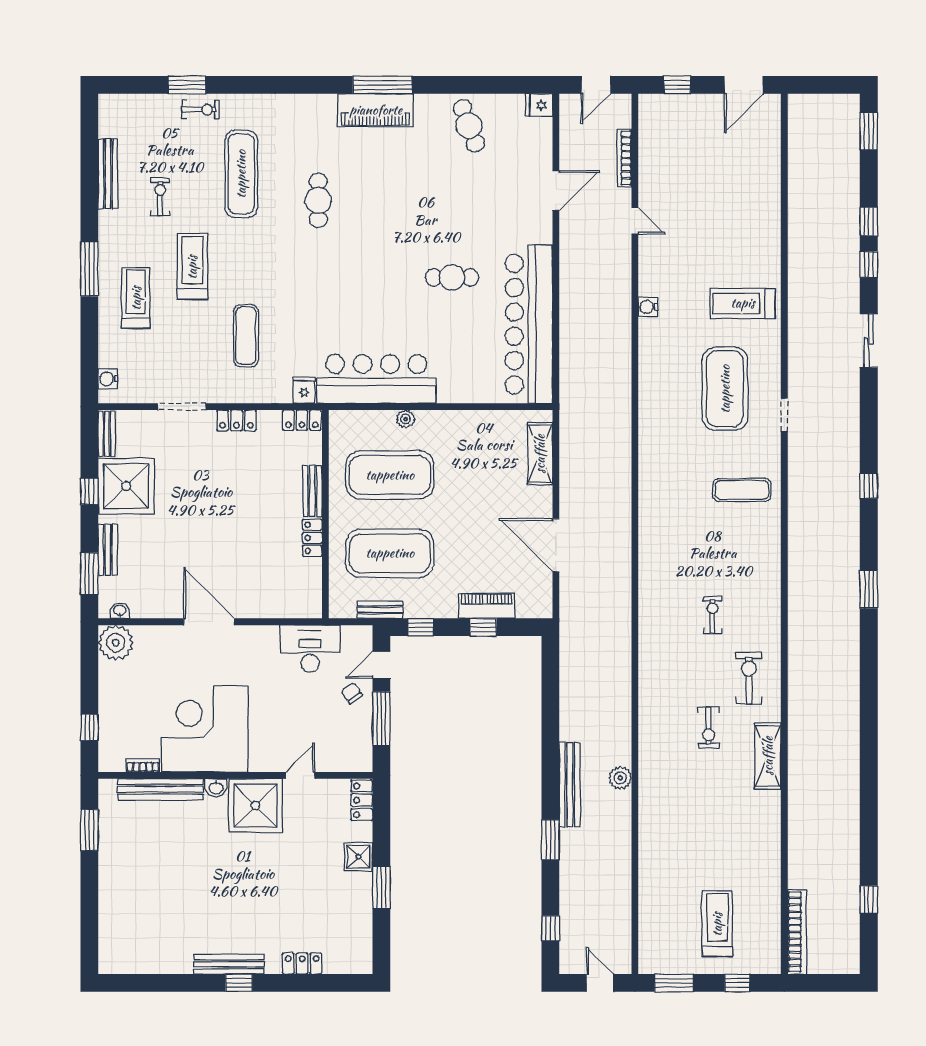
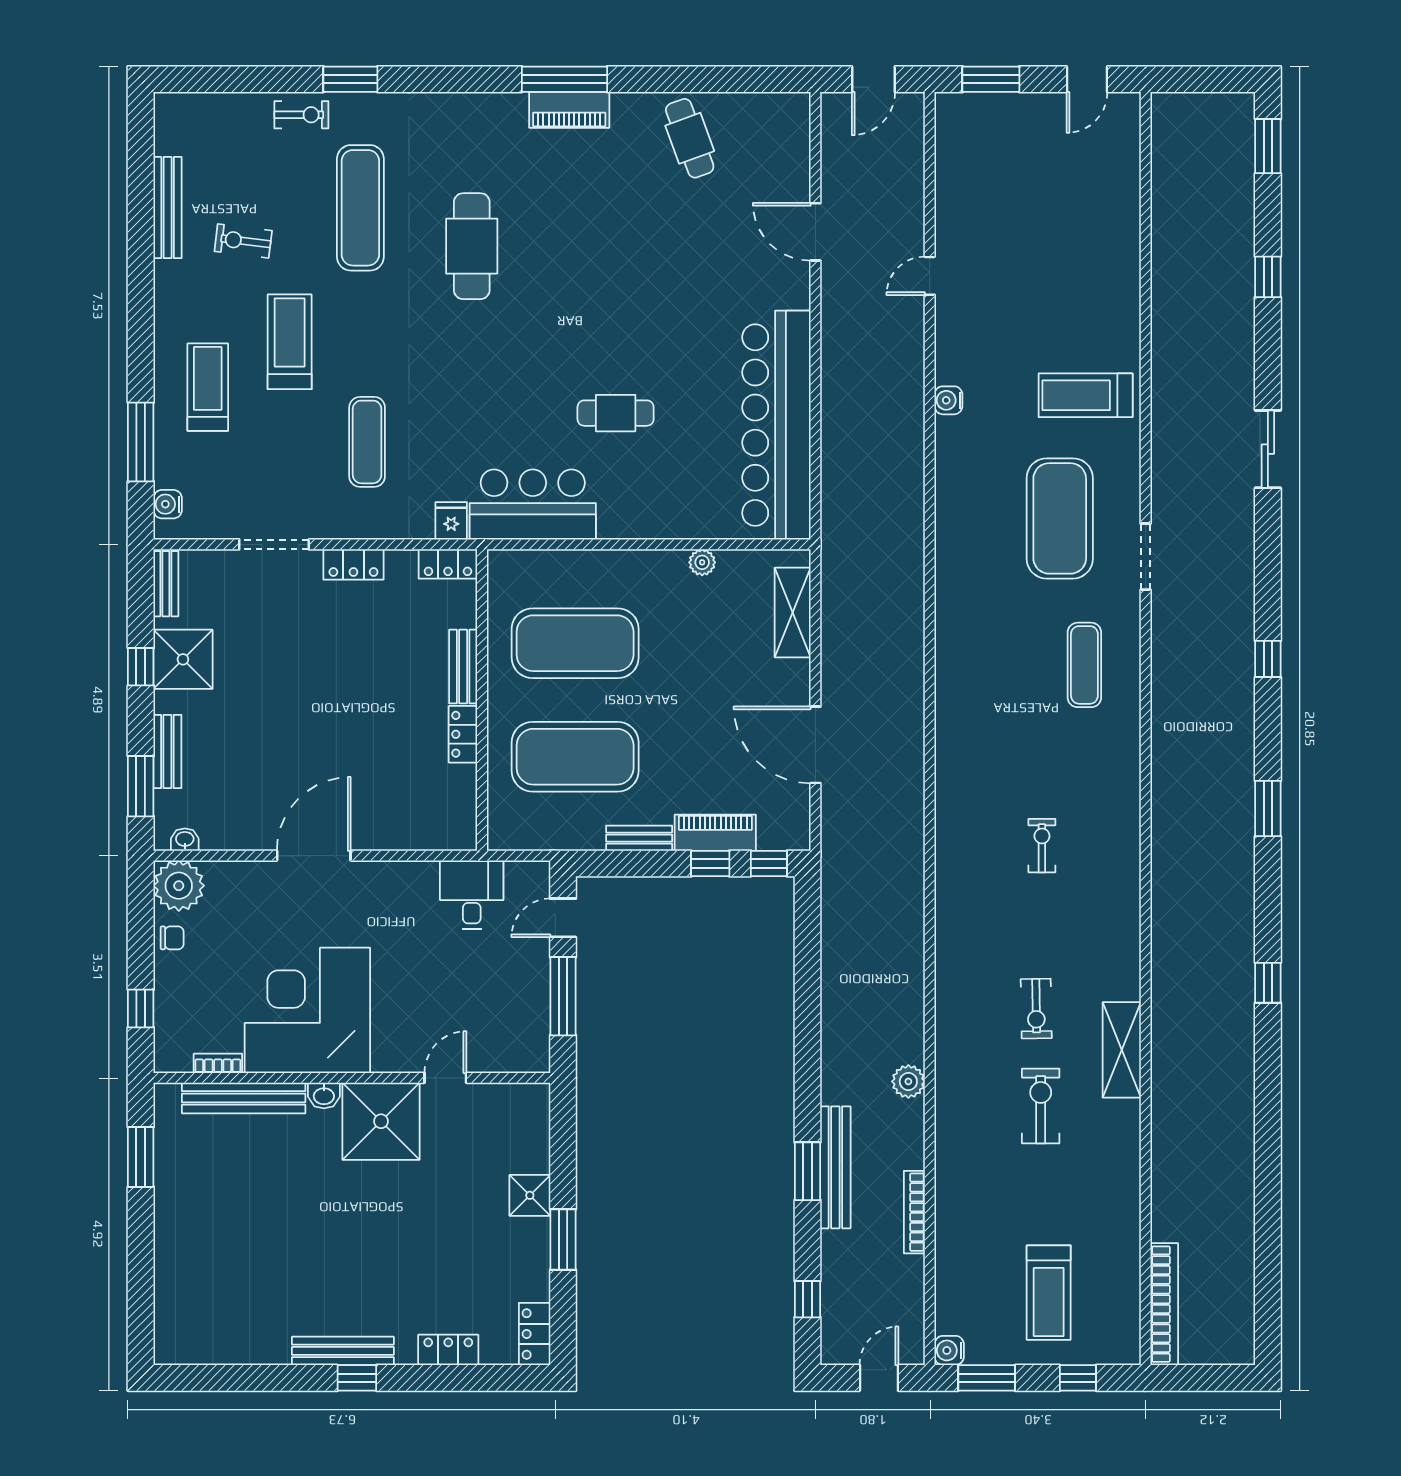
window: (187, 85) -> (350, 79), moved
window: (677, 85) -> (991, 79), width x1.50
door: (744, 85) -> (1087, 79), width x0.73
fridge: (539, 105) -> (791, 108), removed
piano: (376, 110) -> (569, 110), width x0.73, depth x0.75
bookcase: (624, 158) -> (914, 1212), moved
door: (556, 190) -> (815, 232), swing flipped
exercise bike: (160, 197) -> (243, 241), turned -83
cafe table: (318, 200) -> (472, 246), width x1.37, depth x1.35
door: (635, 221) -> (930, 276), swing flipped
window: (869, 264) -> (1268, 339), removed
window: (89, 269) -> (141, 442), moved
cafe table: (452, 277) -> (616, 413), moved
bar counter: (376, 379) -> (533, 505), width x0.73
doorway: (784, 415) -> (1146, 557), width x1.38
plant: (406, 419) -> (702, 562), moved
shower: (126, 486) -> (183, 659), width x0.73, depth x0.73
exercise mat: (742, 490) -> (1084, 665), turned 90
bench: (380, 610) -> (639, 838), moved
door: (209, 622) -> (314, 856), hinge flipped
window: (421, 627) -> (769, 863), moved
desk: (310, 649) -> (472, 895), width x0.73
exercise bike: (749, 678) -> (1041, 1106), moved
chair: (352, 693) -> (172, 938), moved, turned 126
bench: (570, 785) -> (835, 1167), moved
locker: (362, 800) -> (535, 1334), moved
window: (869, 900) -> (1268, 983), moved
treadmill: (717, 924) -> (1049, 1293), turned 180
water cooler: (648, 964) -> (949, 1350), added
door: (600, 983) -> (879, 1378), hinge flipped

